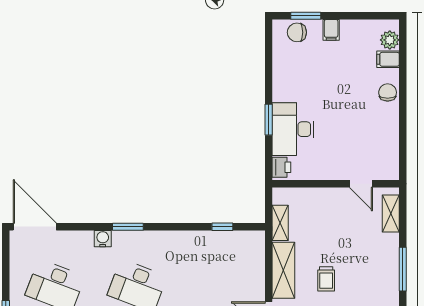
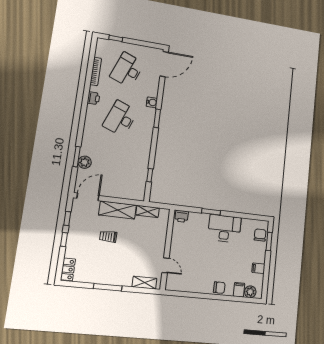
filing cabinet: (331, 30) -> (258, 268), moved
desk: (293, 129) -> (224, 228), moved
door: (361, 184) -> (165, 265), swing flipped

